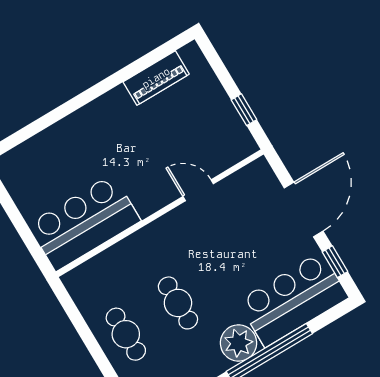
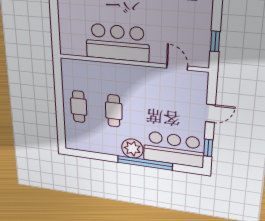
door: (198, 190) -> (177, 67), moved
door: (304, 209) -> (210, 113), width x0.53
bar counter: (84, 223) -> (117, 43), moved

